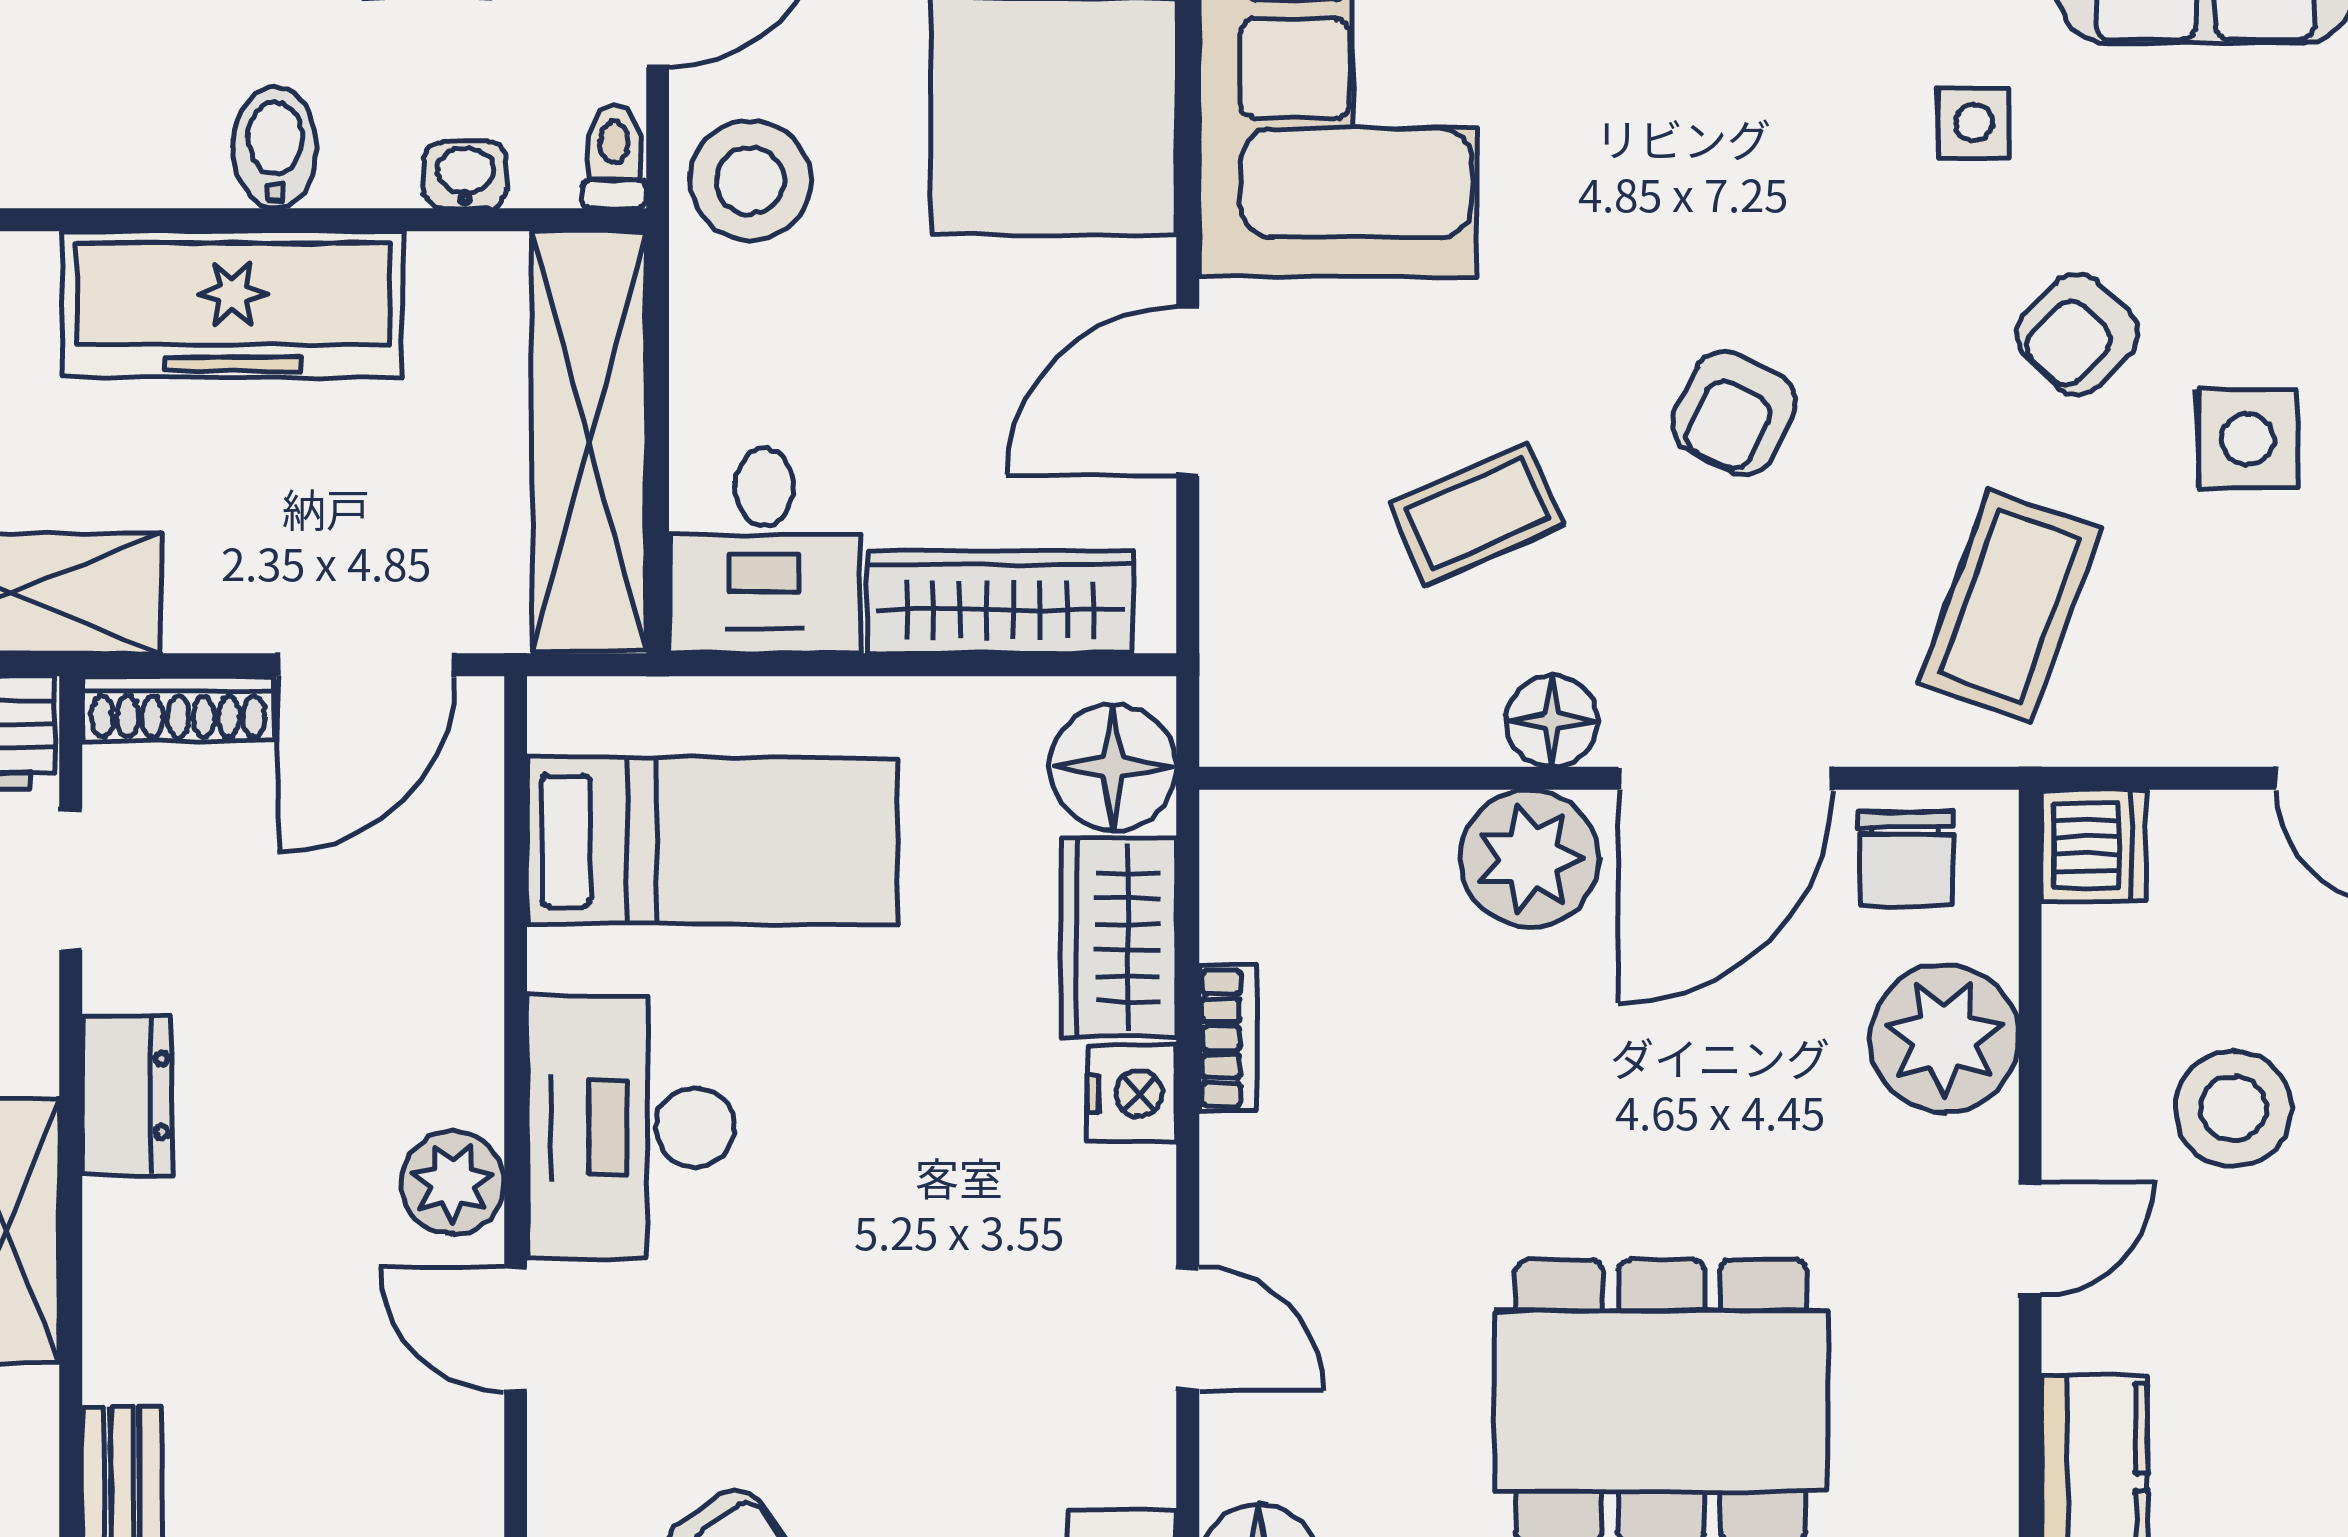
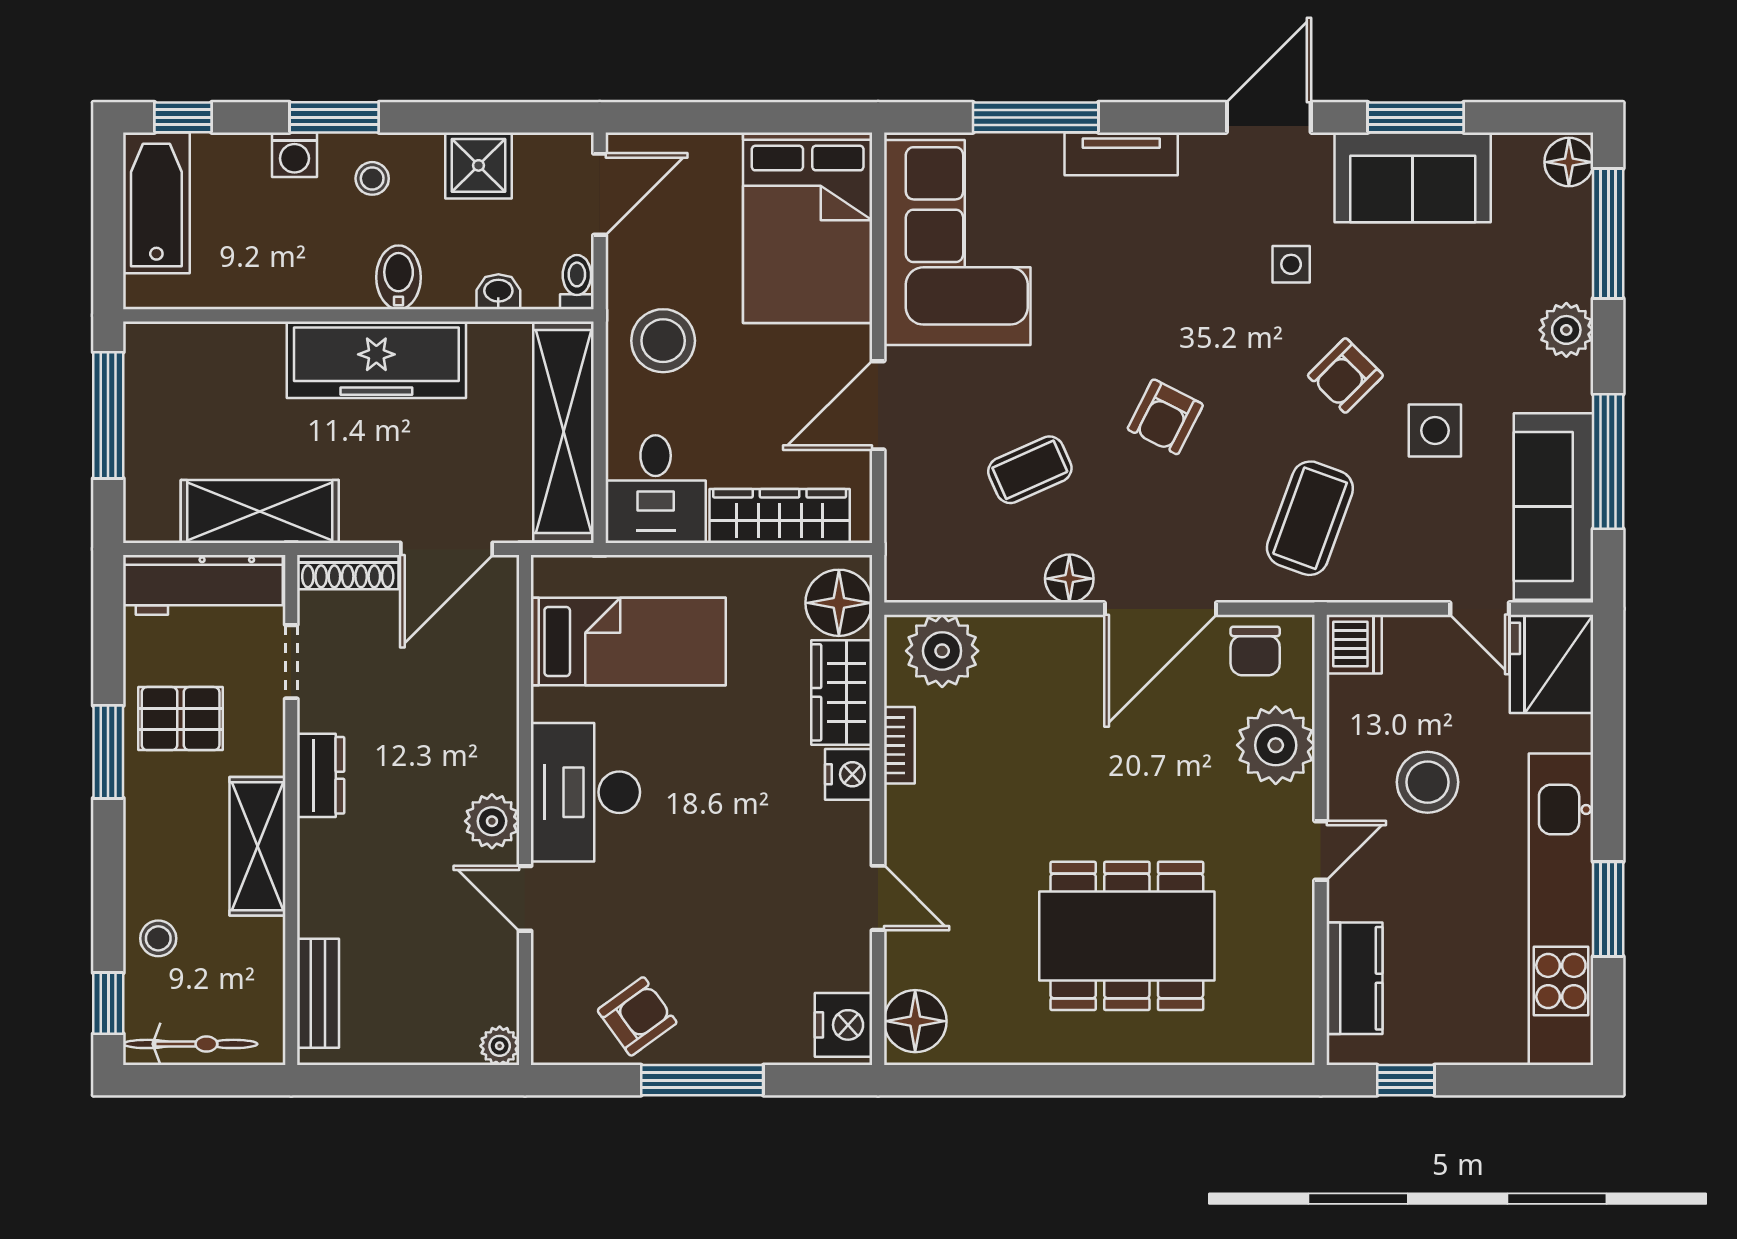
stool: (750, 181) -> (663, 341), moved
plant: (1530, 859) -> (942, 651), moved

